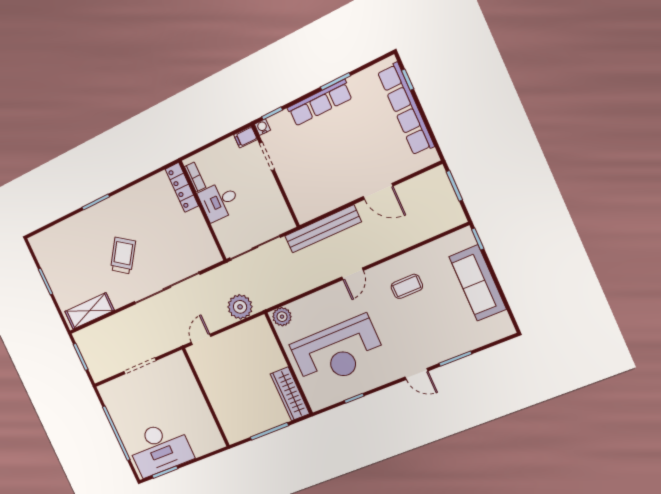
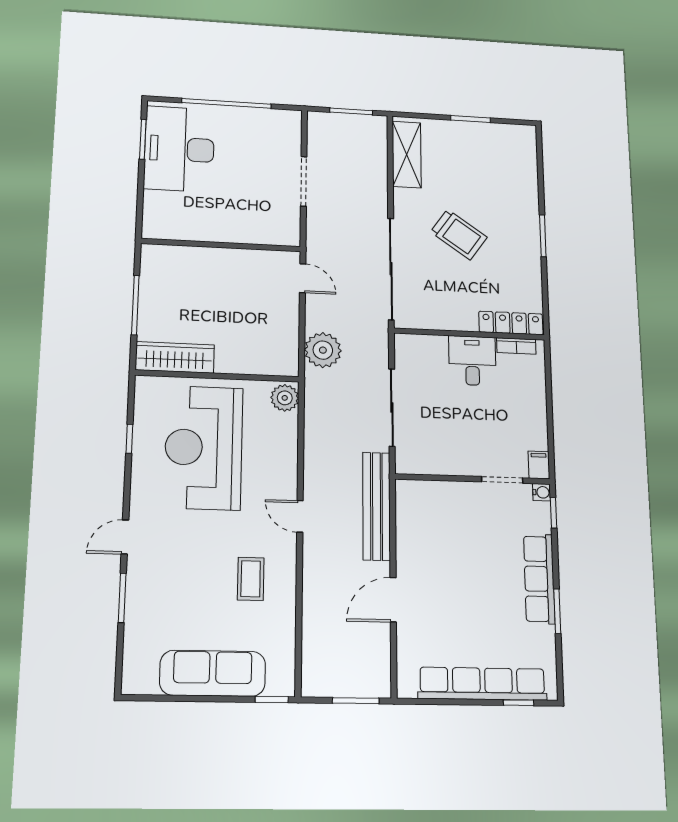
bookcase: (195, 177) -> (516, 346), moved
locker: (182, 187) -> (511, 323), moved
desk: (219, 201) -> (472, 361), moved
wall: (203, 211) -> (470, 334), moved

